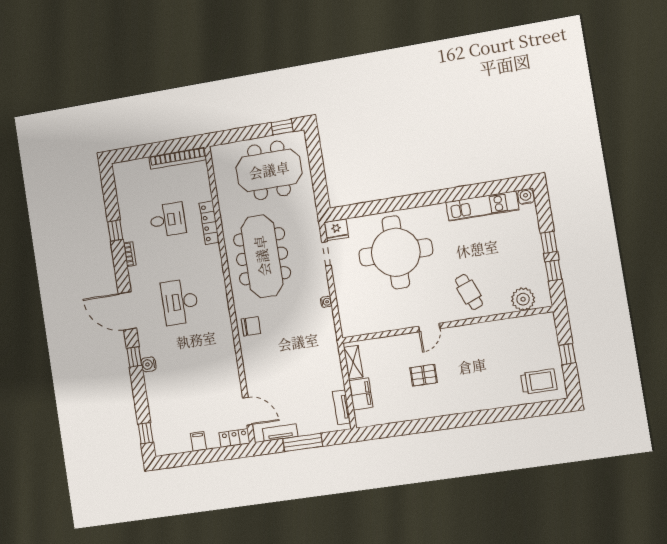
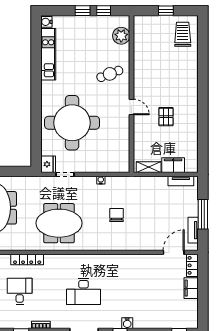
meeting table: (262, 256) -> (59, 223), width x0.73
chair: (251, 326) -> (116, 215), moved
filing cabinet: (199, 441) -> (191, 288), width x2.00

